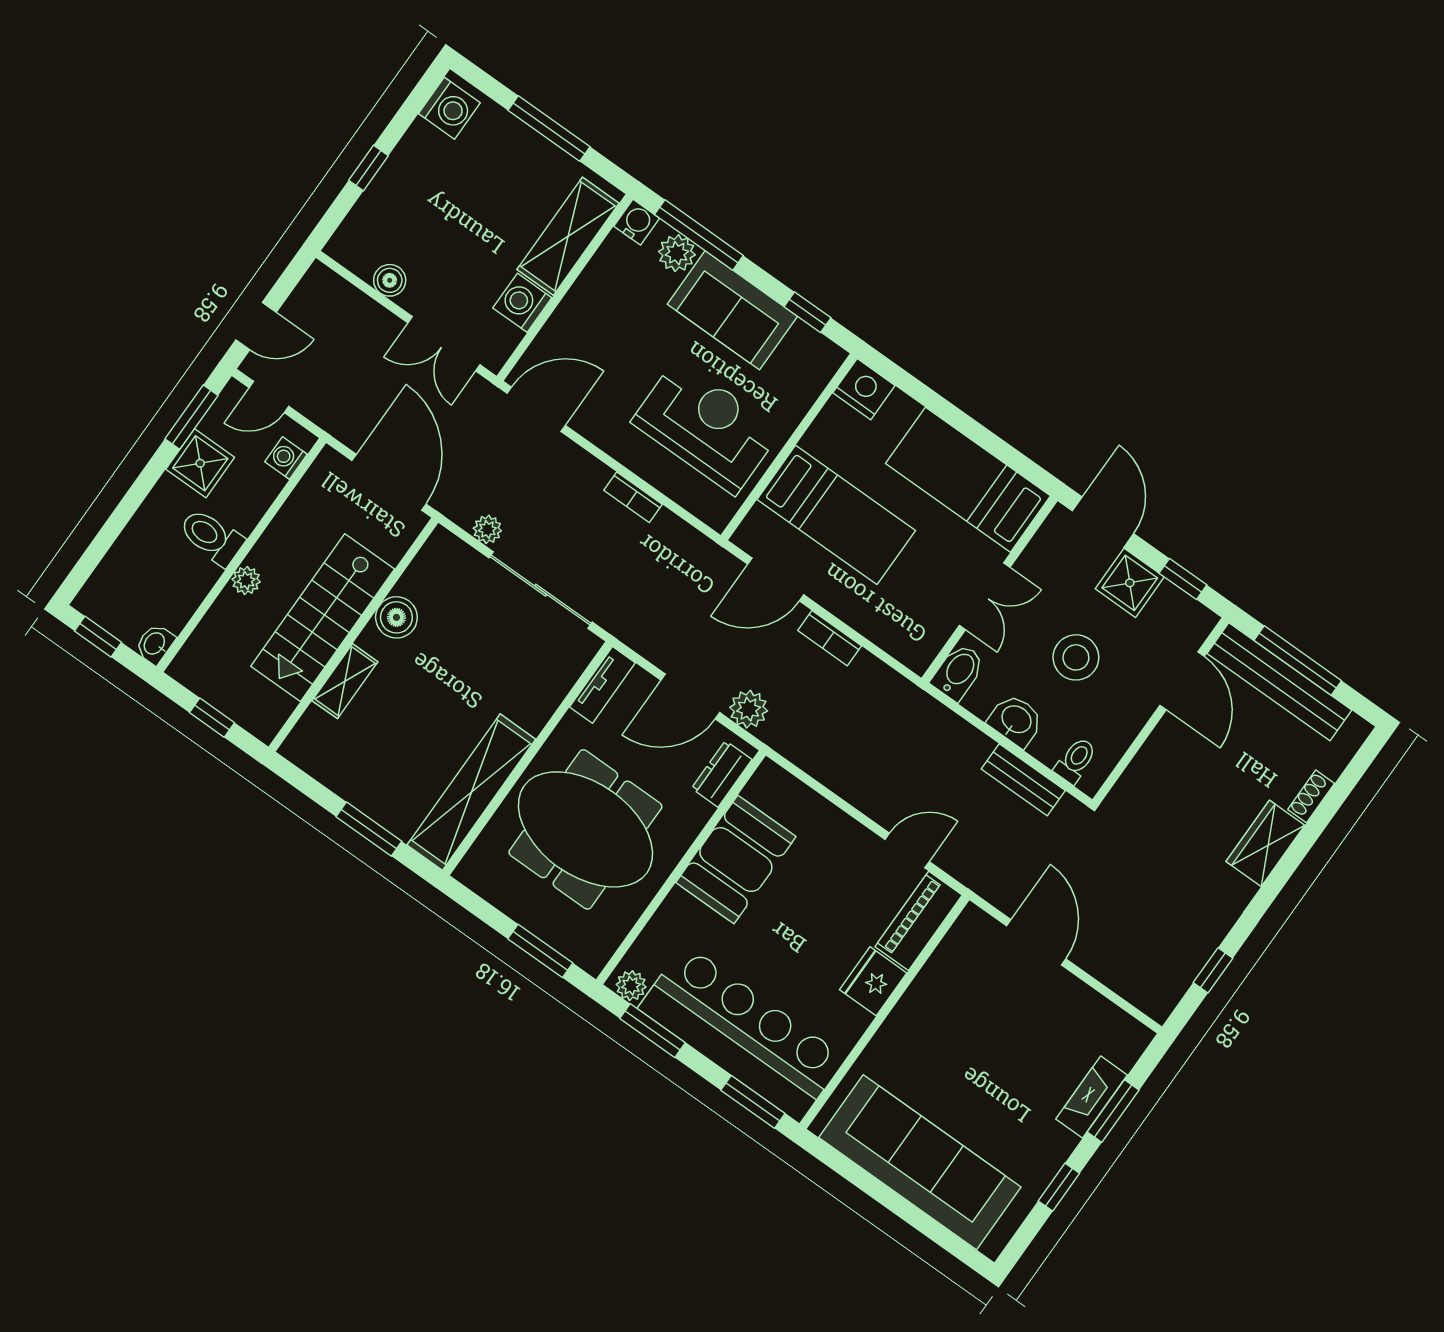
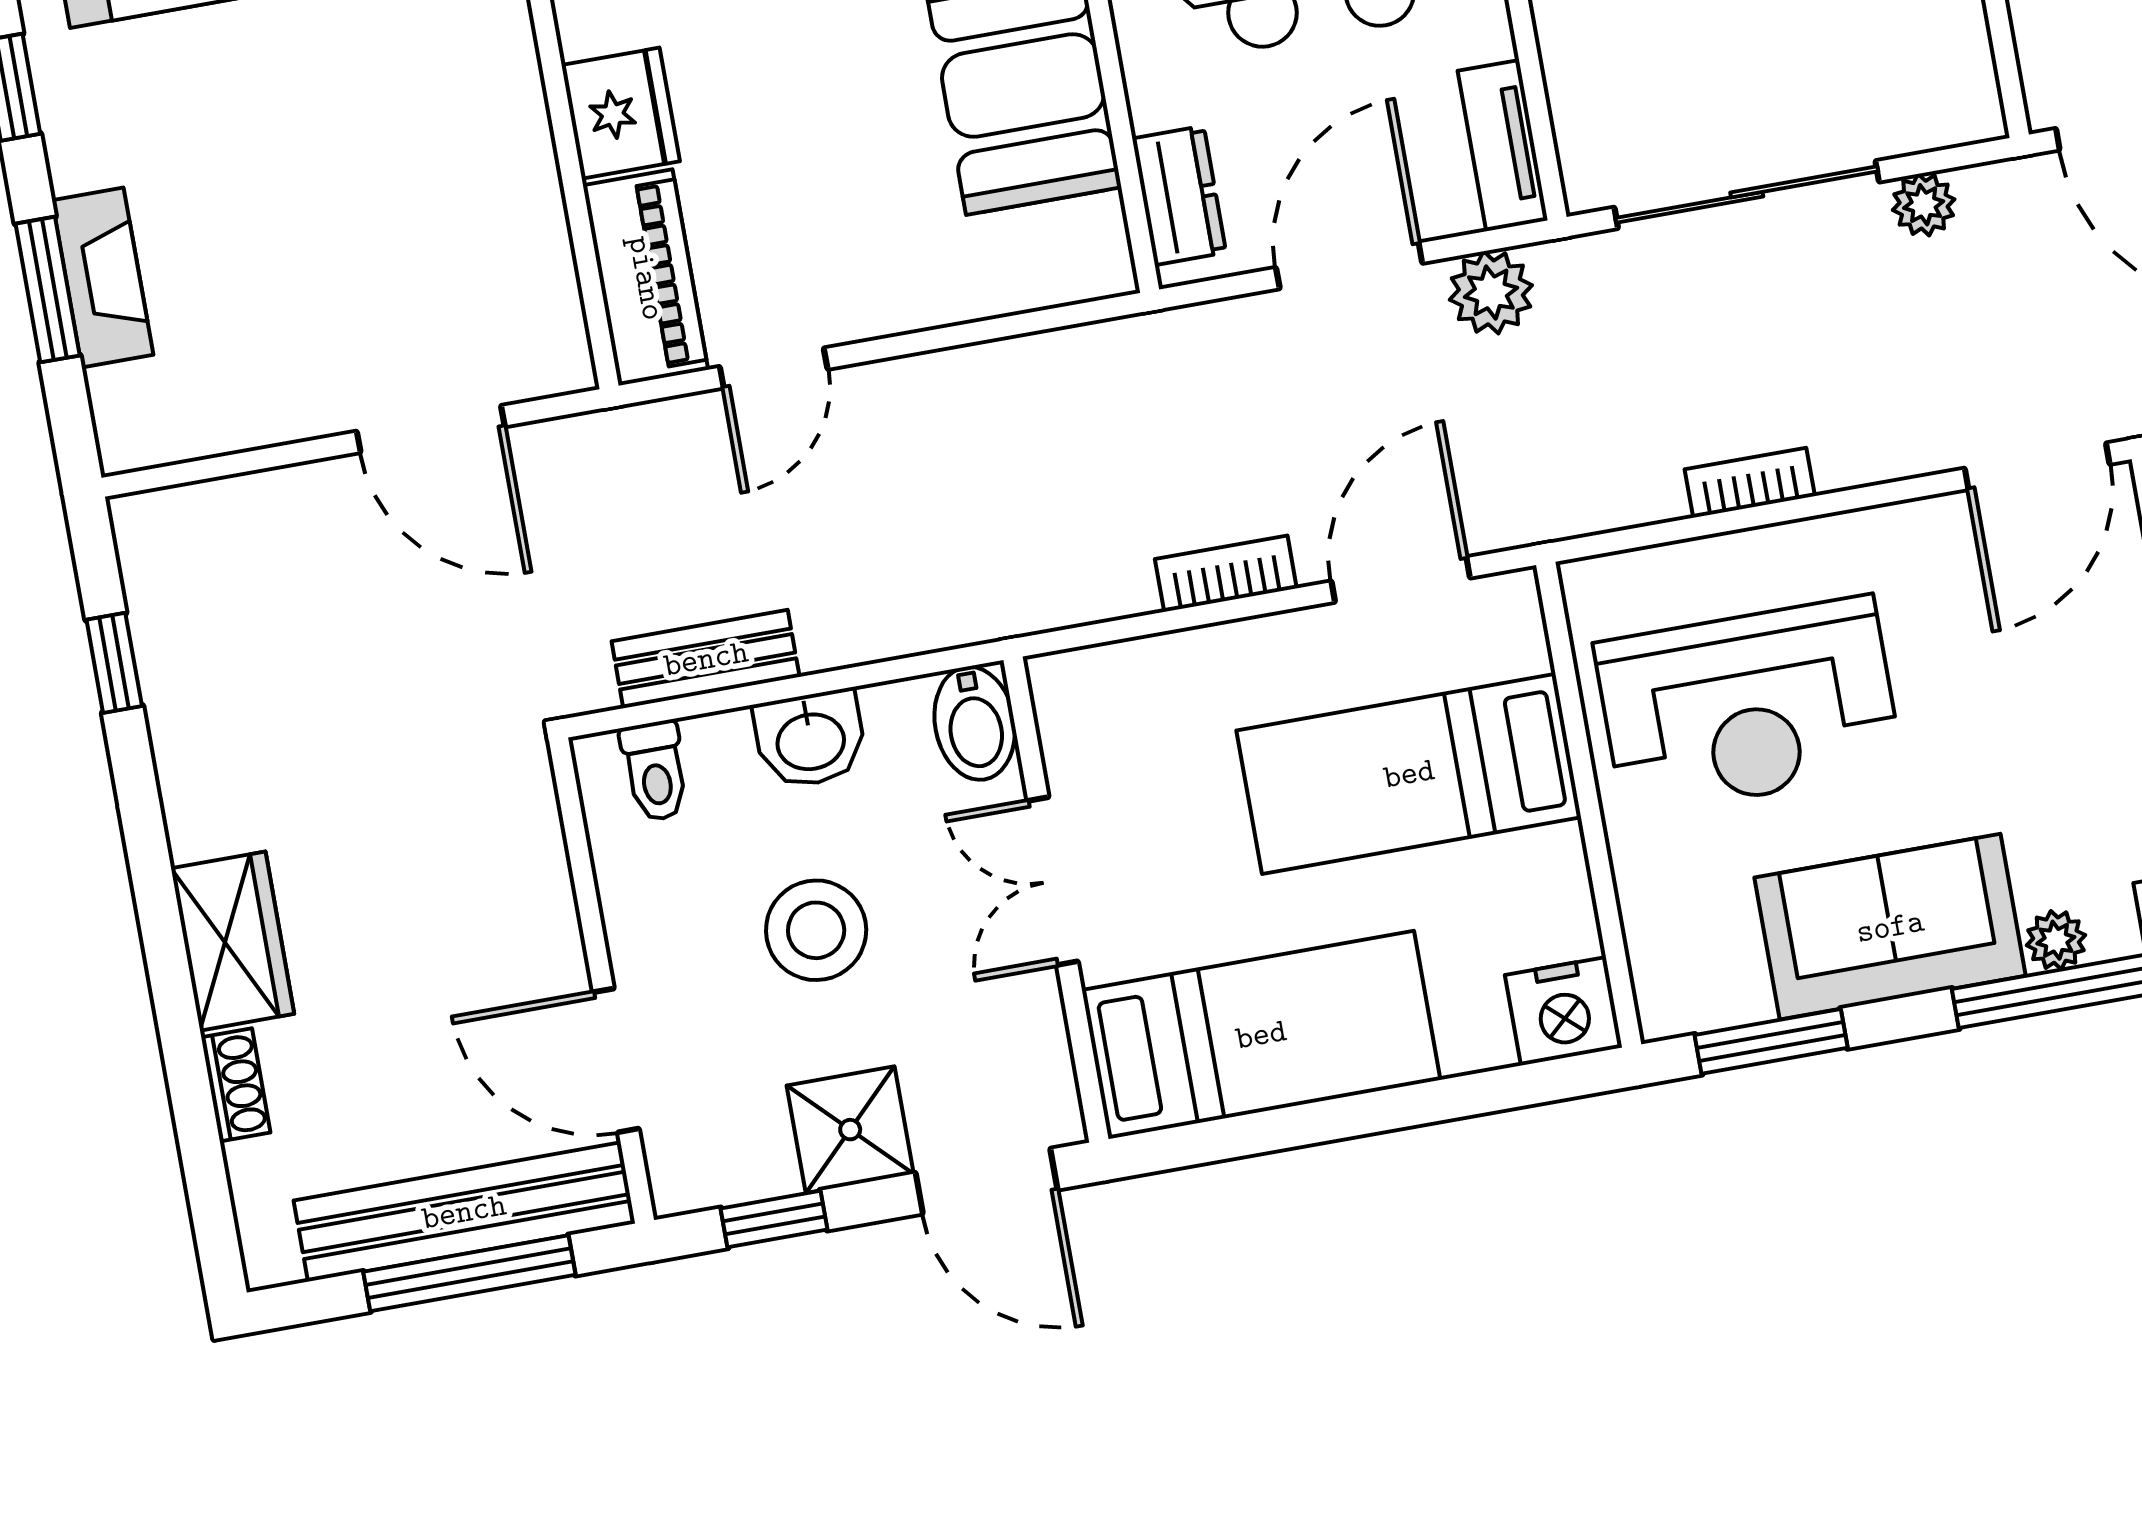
plant: (677, 253) -> (2056, 940), width x0.73, depth x0.73
window: (808, 312) -> (1771, 1041), width x1.50
plant: (749, 709) -> (1491, 292), moved

